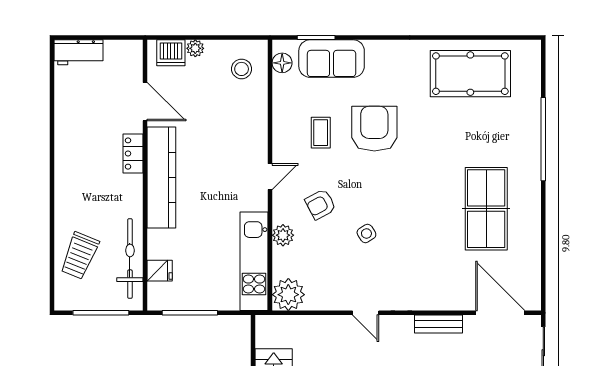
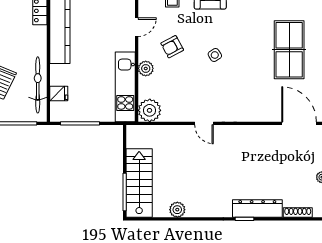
side table: (366, 233) -> (215, 55), moved
bench: (439, 324) -> (255, 131), removed

